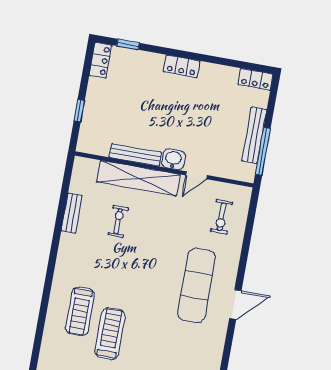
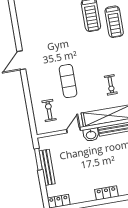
window: (263, 151) -> (38, 159), width x0.69
exercise mat: (197, 285) -> (68, 81), moved, width x0.73, depth x0.69
treadmill: (80, 311) -> (114, 22), turned 180

